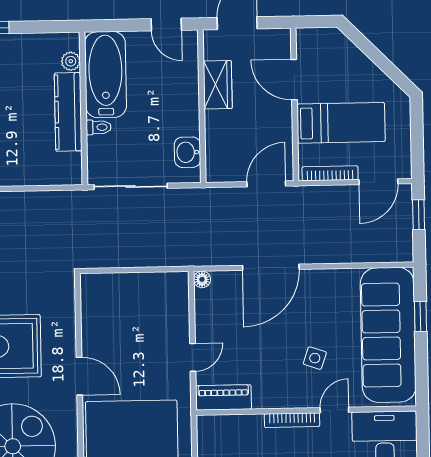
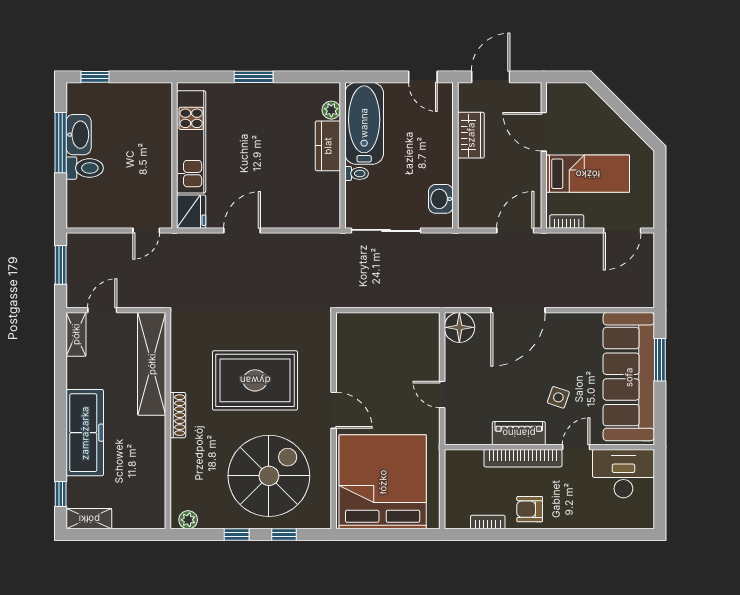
kitchen counter: (68, 112) -> (328, 146), width x0.67
bookcase: (330, 173) -> (567, 221), width x0.64
window: (419, 215) -> (660, 263), removed
floor lamp: (202, 279) -> (459, 327), width x1.89, depth x1.89
window: (421, 316) -> (660, 360), width x1.50
door: (193, 357) -> (442, 394), swing flipped
piano: (223, 397) -> (519, 433), moved
bookcase: (292, 420) -> (523, 458), width x1.48, depth x1.31

